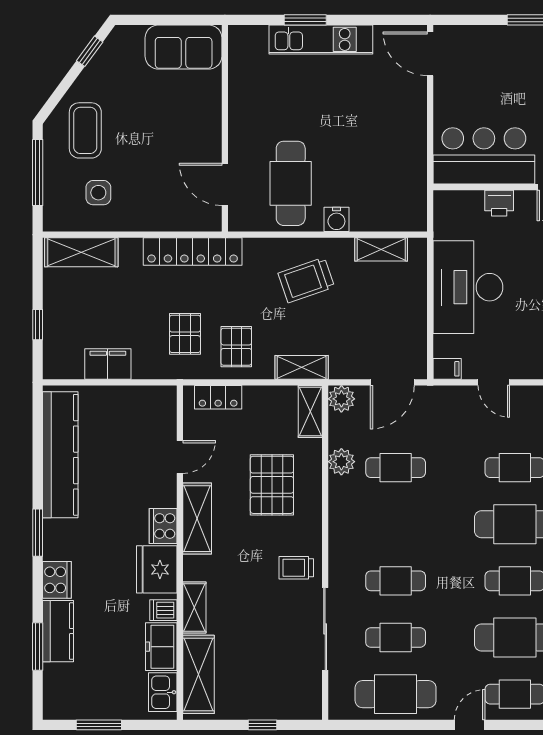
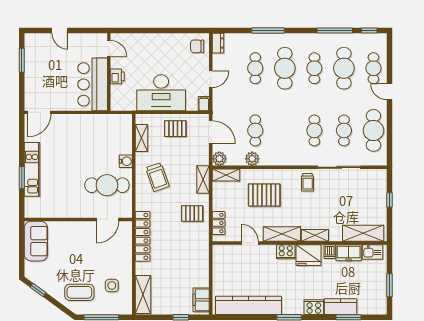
pallet: (185, 334) -> (175, 129), moved
filing cabinet: (108, 364) -> (201, 300), moved
shelving: (194, 608) -> (315, 235), moved

